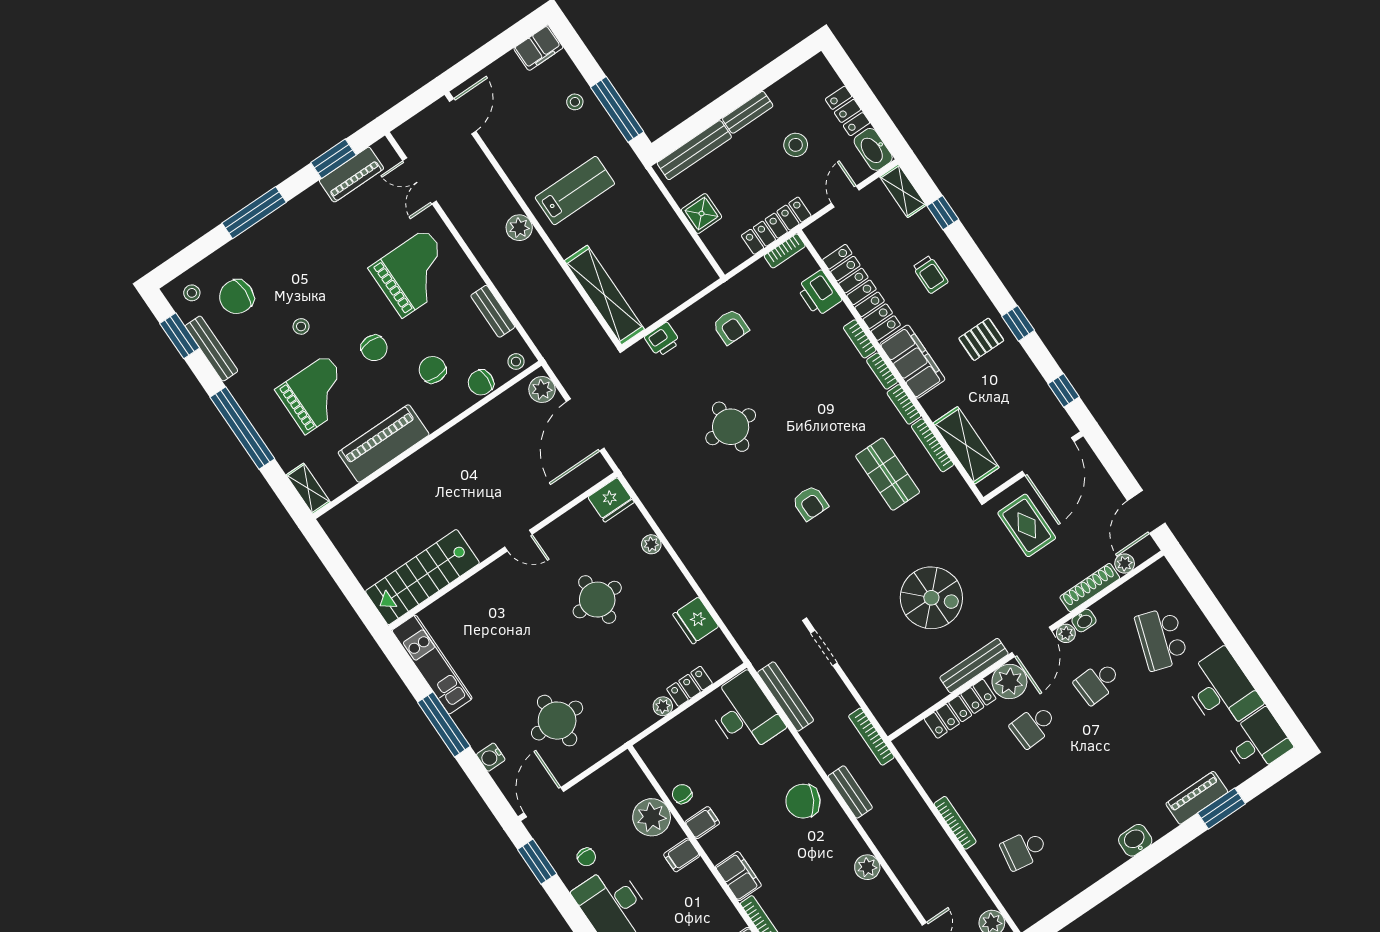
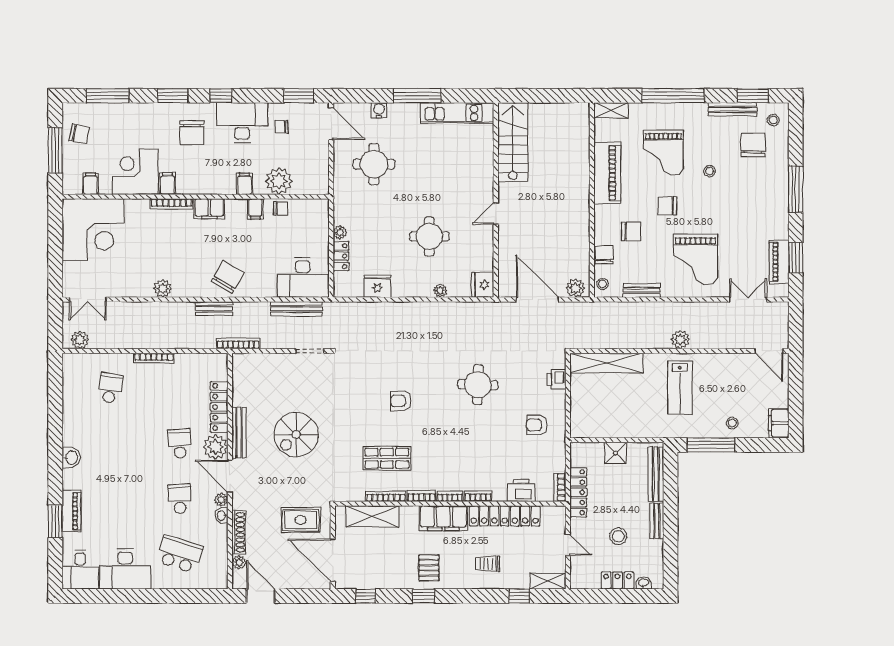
washbasin: (873, 149) -> (644, 583), moved, width x0.52, depth x0.69

